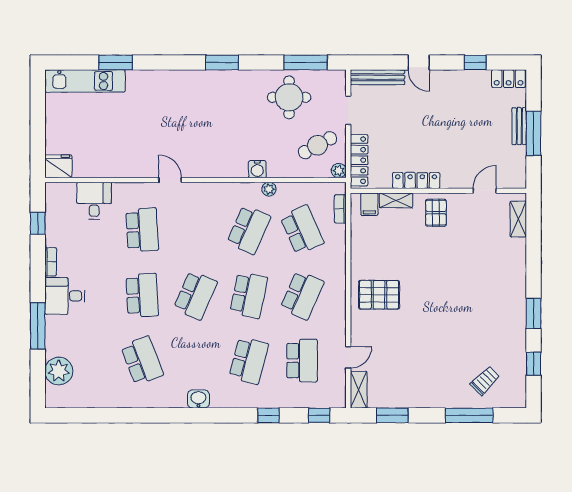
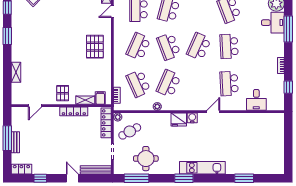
kitchen unit: (85, 81) -> (202, 168), moved
fridge: (58, 166) -> (179, 119), moved
water cooler: (257, 169) -> (192, 118), moved
door: (170, 180) -> (213, 112), swing flipped
shelving: (518, 219) -> (16, 72), moved
school desk: (249, 295) -> (169, 46), turned -33
pallet: (379, 295) -> (95, 47), turned 90
desk: (65, 296) -> (273, 23), moved

